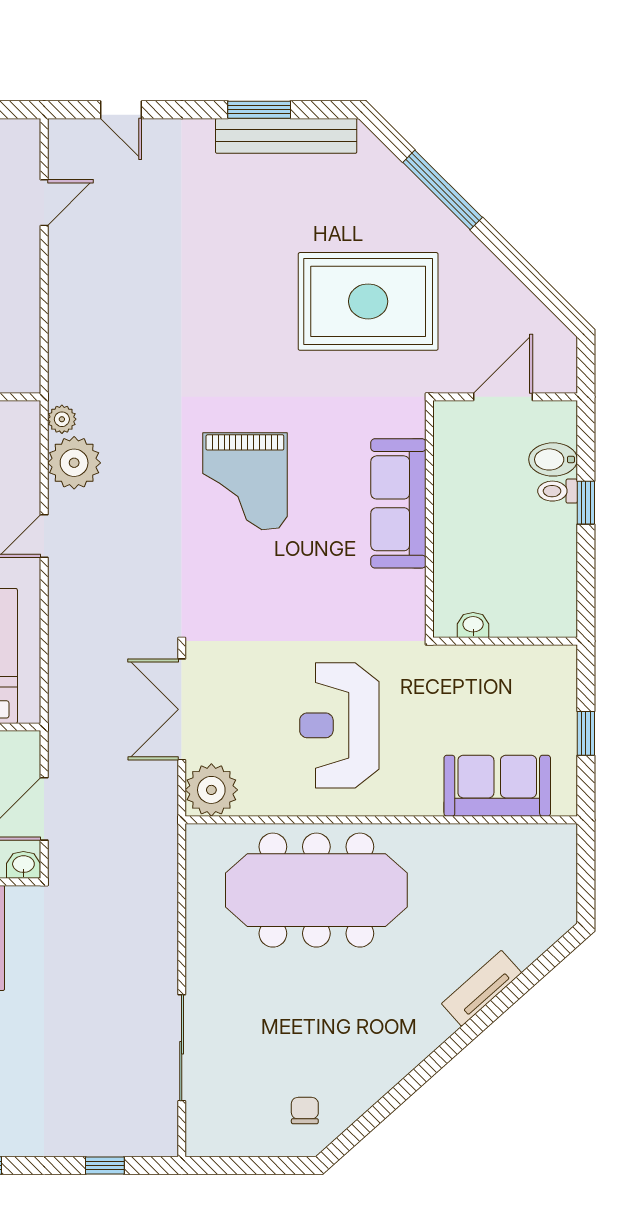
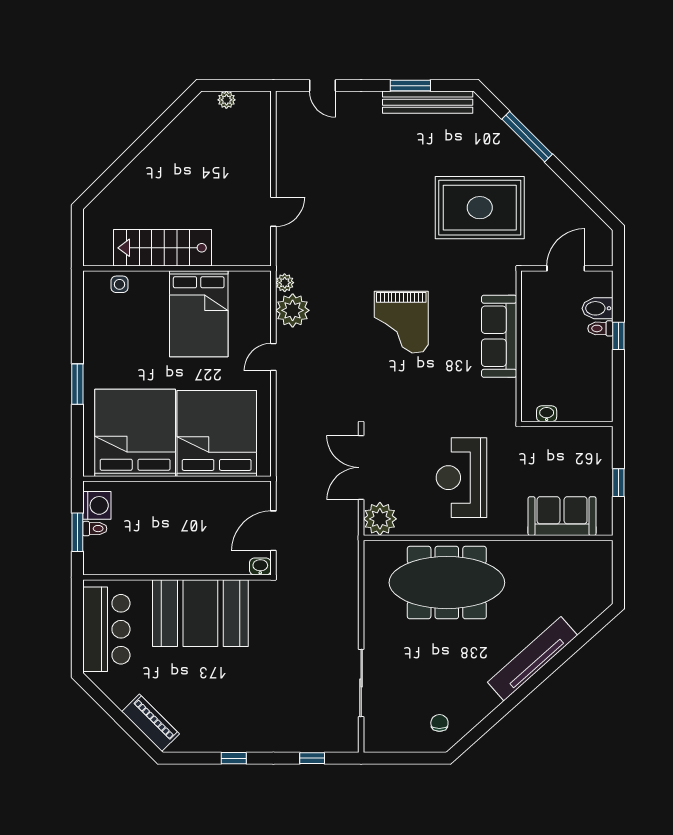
door: (44, 203) -> (273, 212), moved
tv unit: (482, 988) -> (533, 659), width x1.92, depth x1.29

